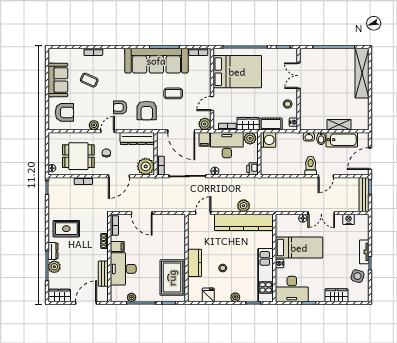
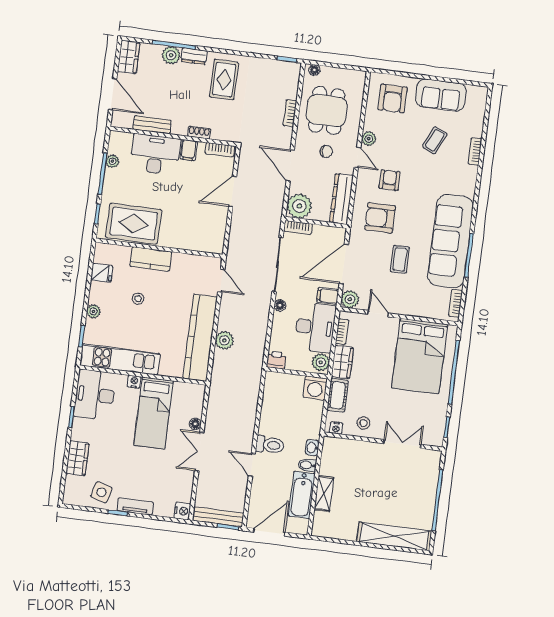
door: (370, 159) -> (269, 532), hinge flipped
nightstand: (349, 219) -> (182, 511), moved

